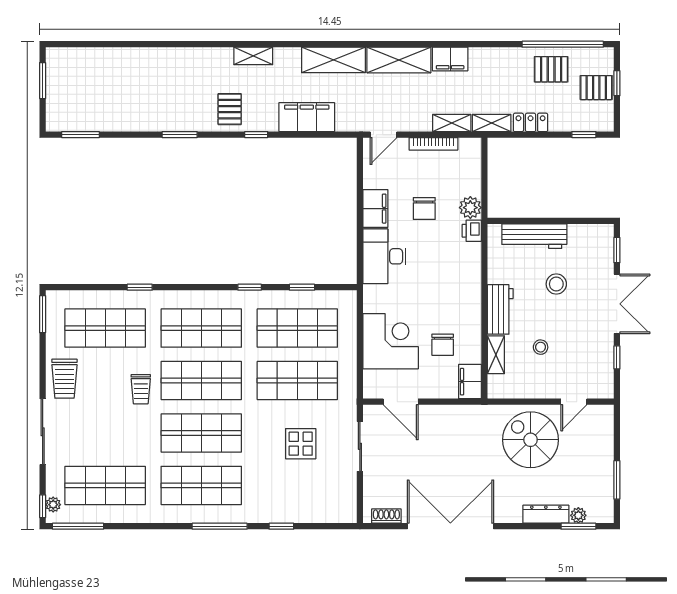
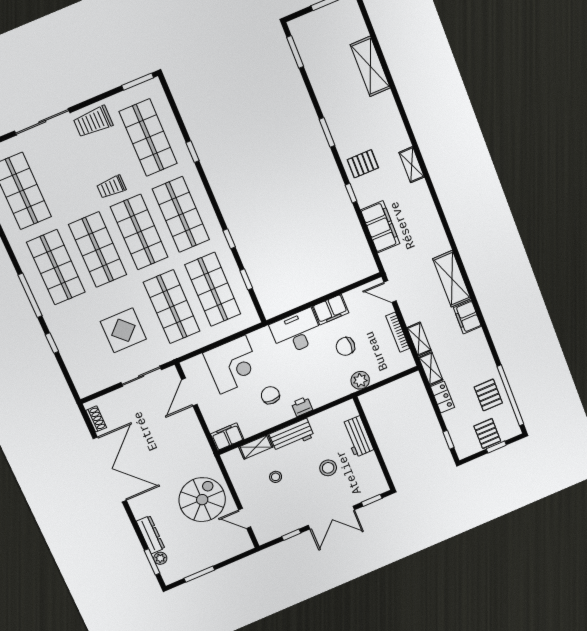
shelving: (333, 60) -> (370, 66), moved
printer: (472, 231) -> (302, 406), moved
workbench: (534, 236) -> (358, 437), width x0.73
chair: (443, 345) -> (270, 395), moved, turned 90
display table: (301, 444) -> (123, 330), width x1.36, depth x1.36

